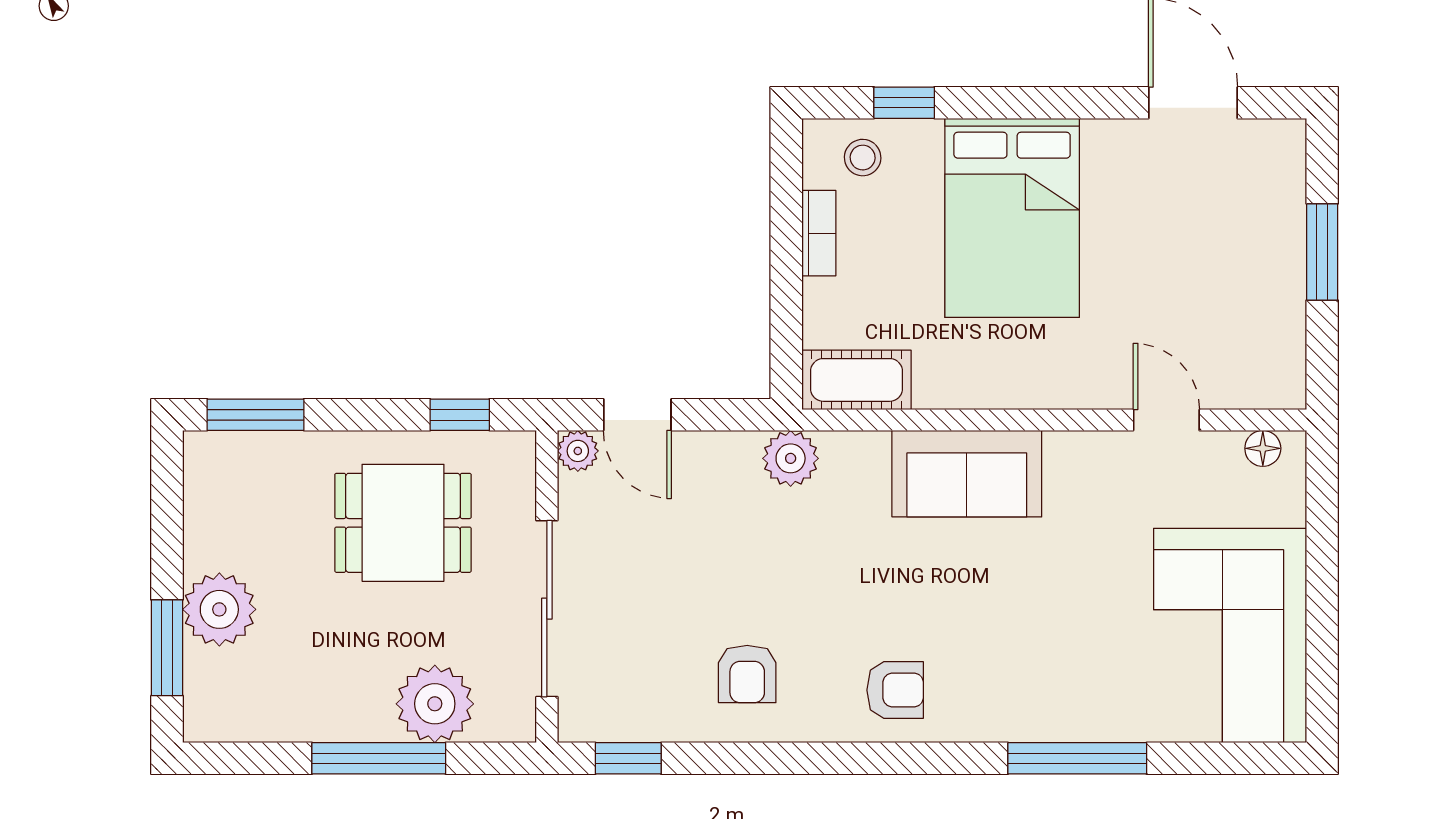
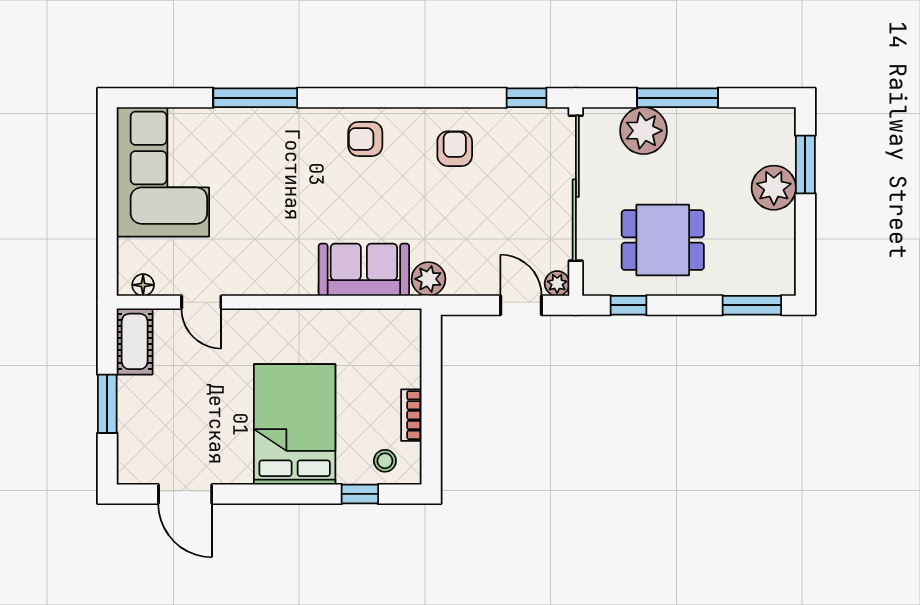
cot: (856, 380) -> (135, 341), moved, turned 90
sofa: (967, 474) -> (364, 270), moved
sliding door: (547, 609) -> (576, 188), width x1.36

